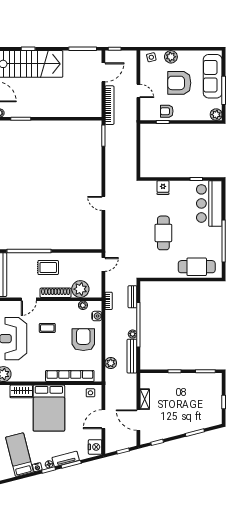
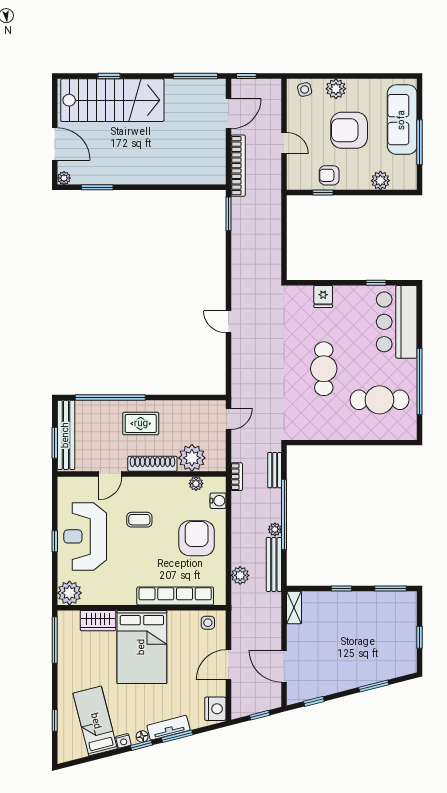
plant: (216, 115) -> (380, 181), moved
cafe table: (197, 267) -> (379, 400), moved
shelving: (145, 399) -> (294, 608), moved

